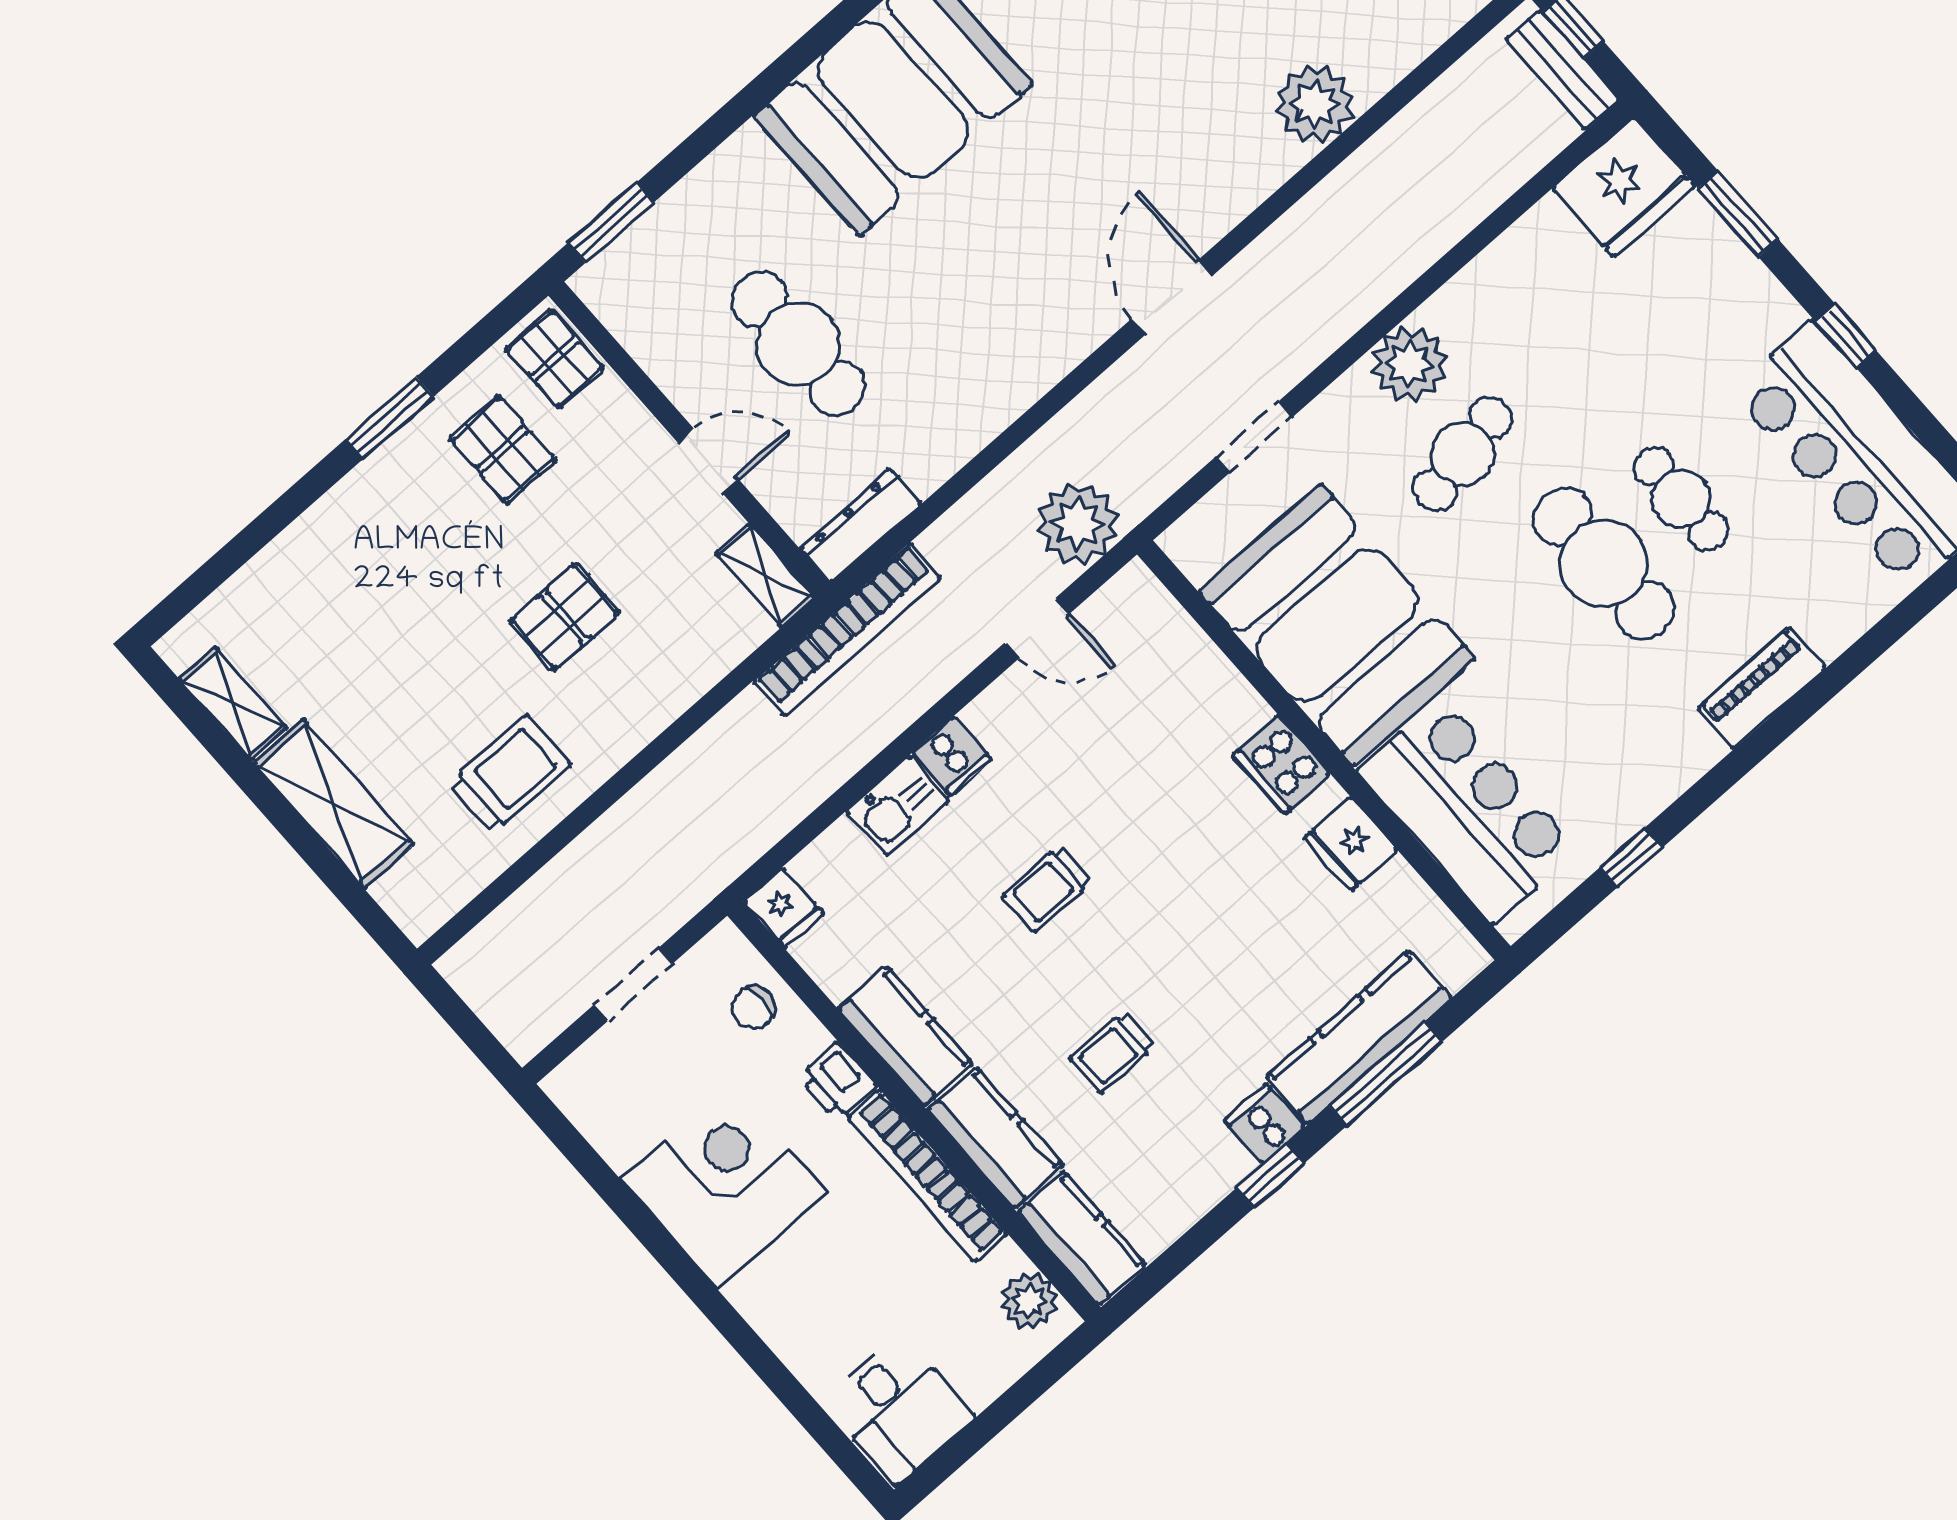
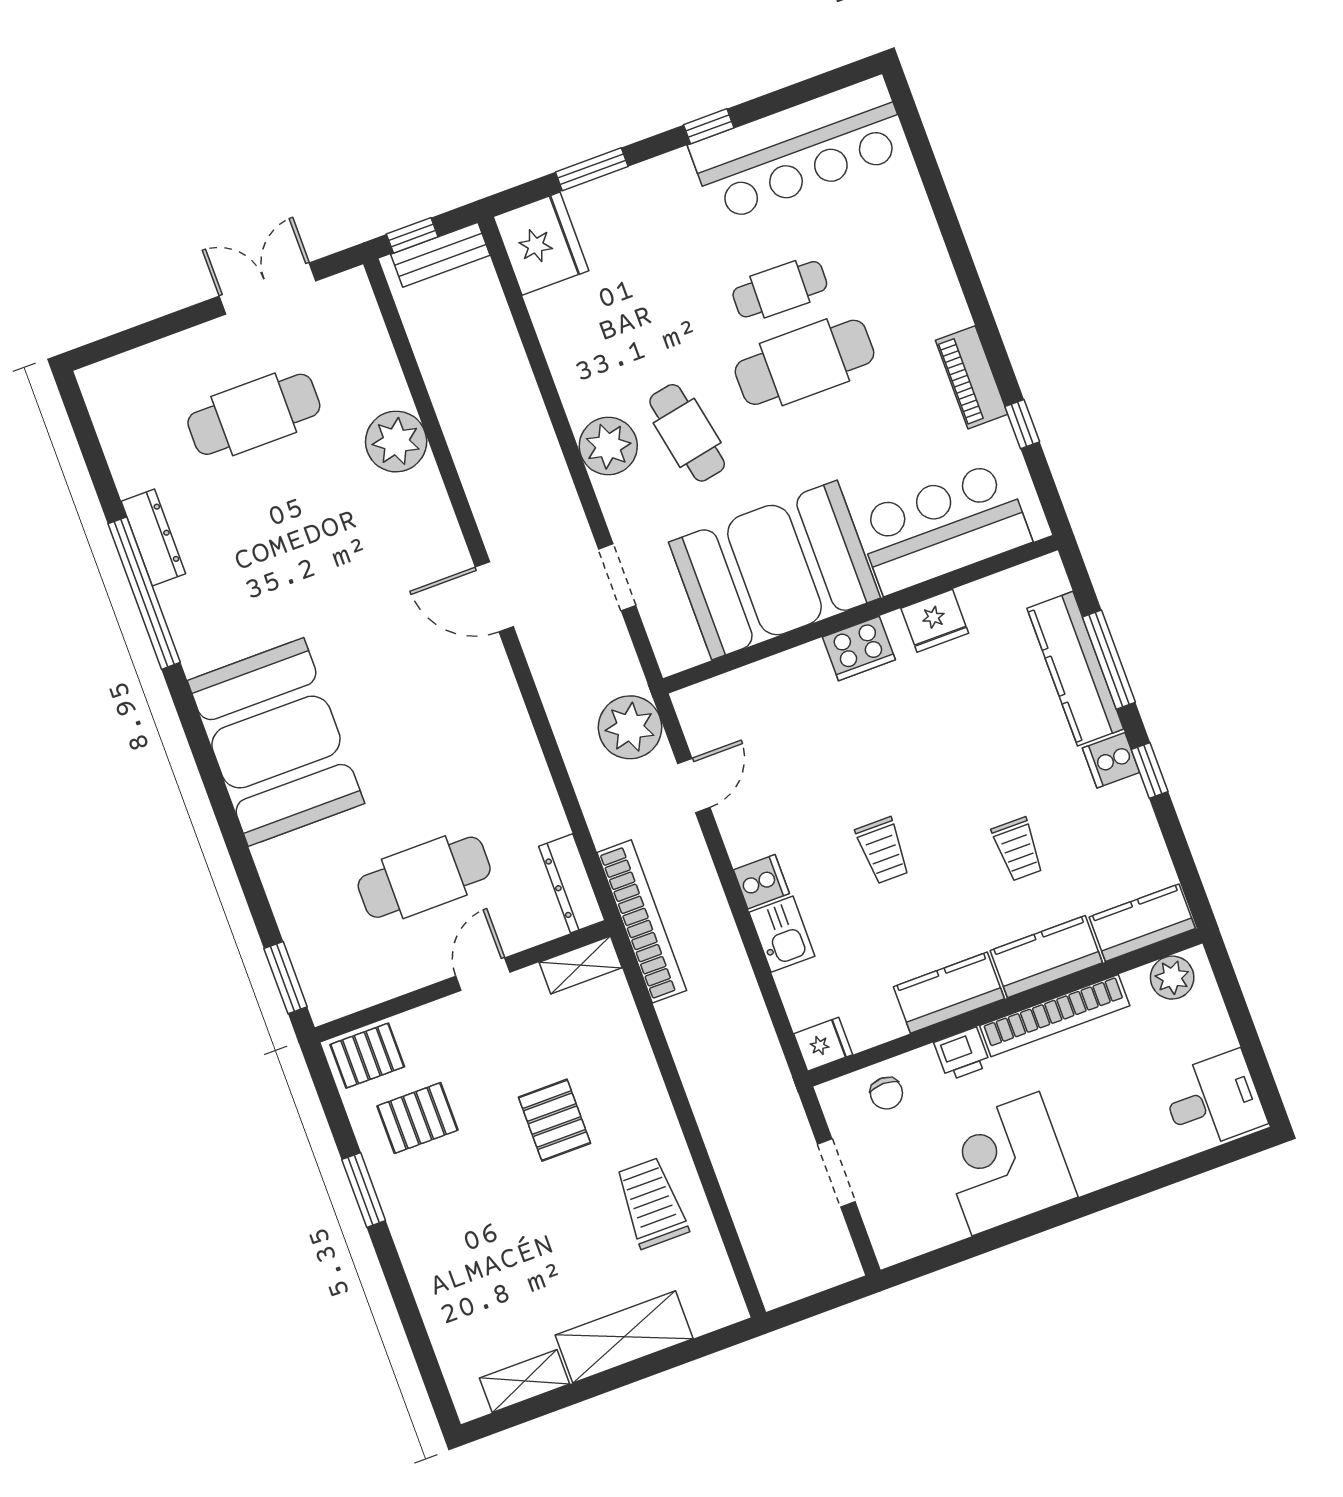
piano: (1762, 688) -> (972, 377), moved

